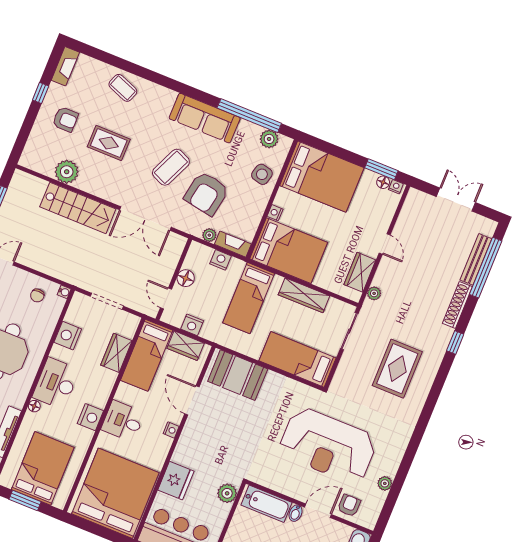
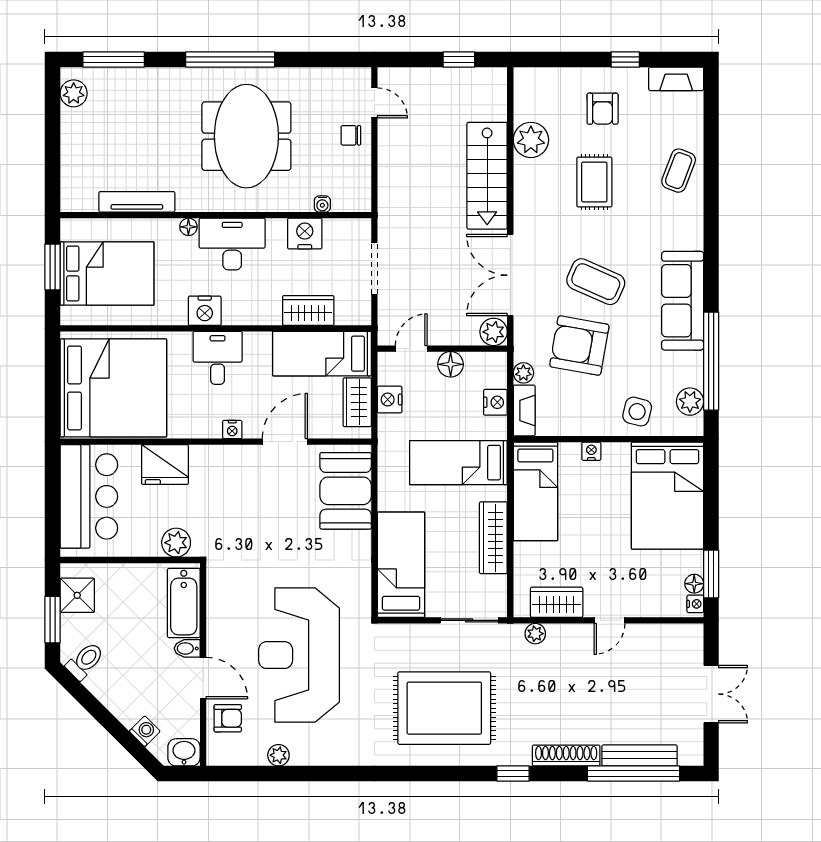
plant: (176, 243) -> (494, 332), added
bed: (289, 251) -> (535, 491), width x0.67
water cooler: (64, 292) -> (322, 204), moved
chair: (37, 296) -> (351, 135), moved
rug: (397, 369) -> (444, 708), width x1.37, depth x1.44

